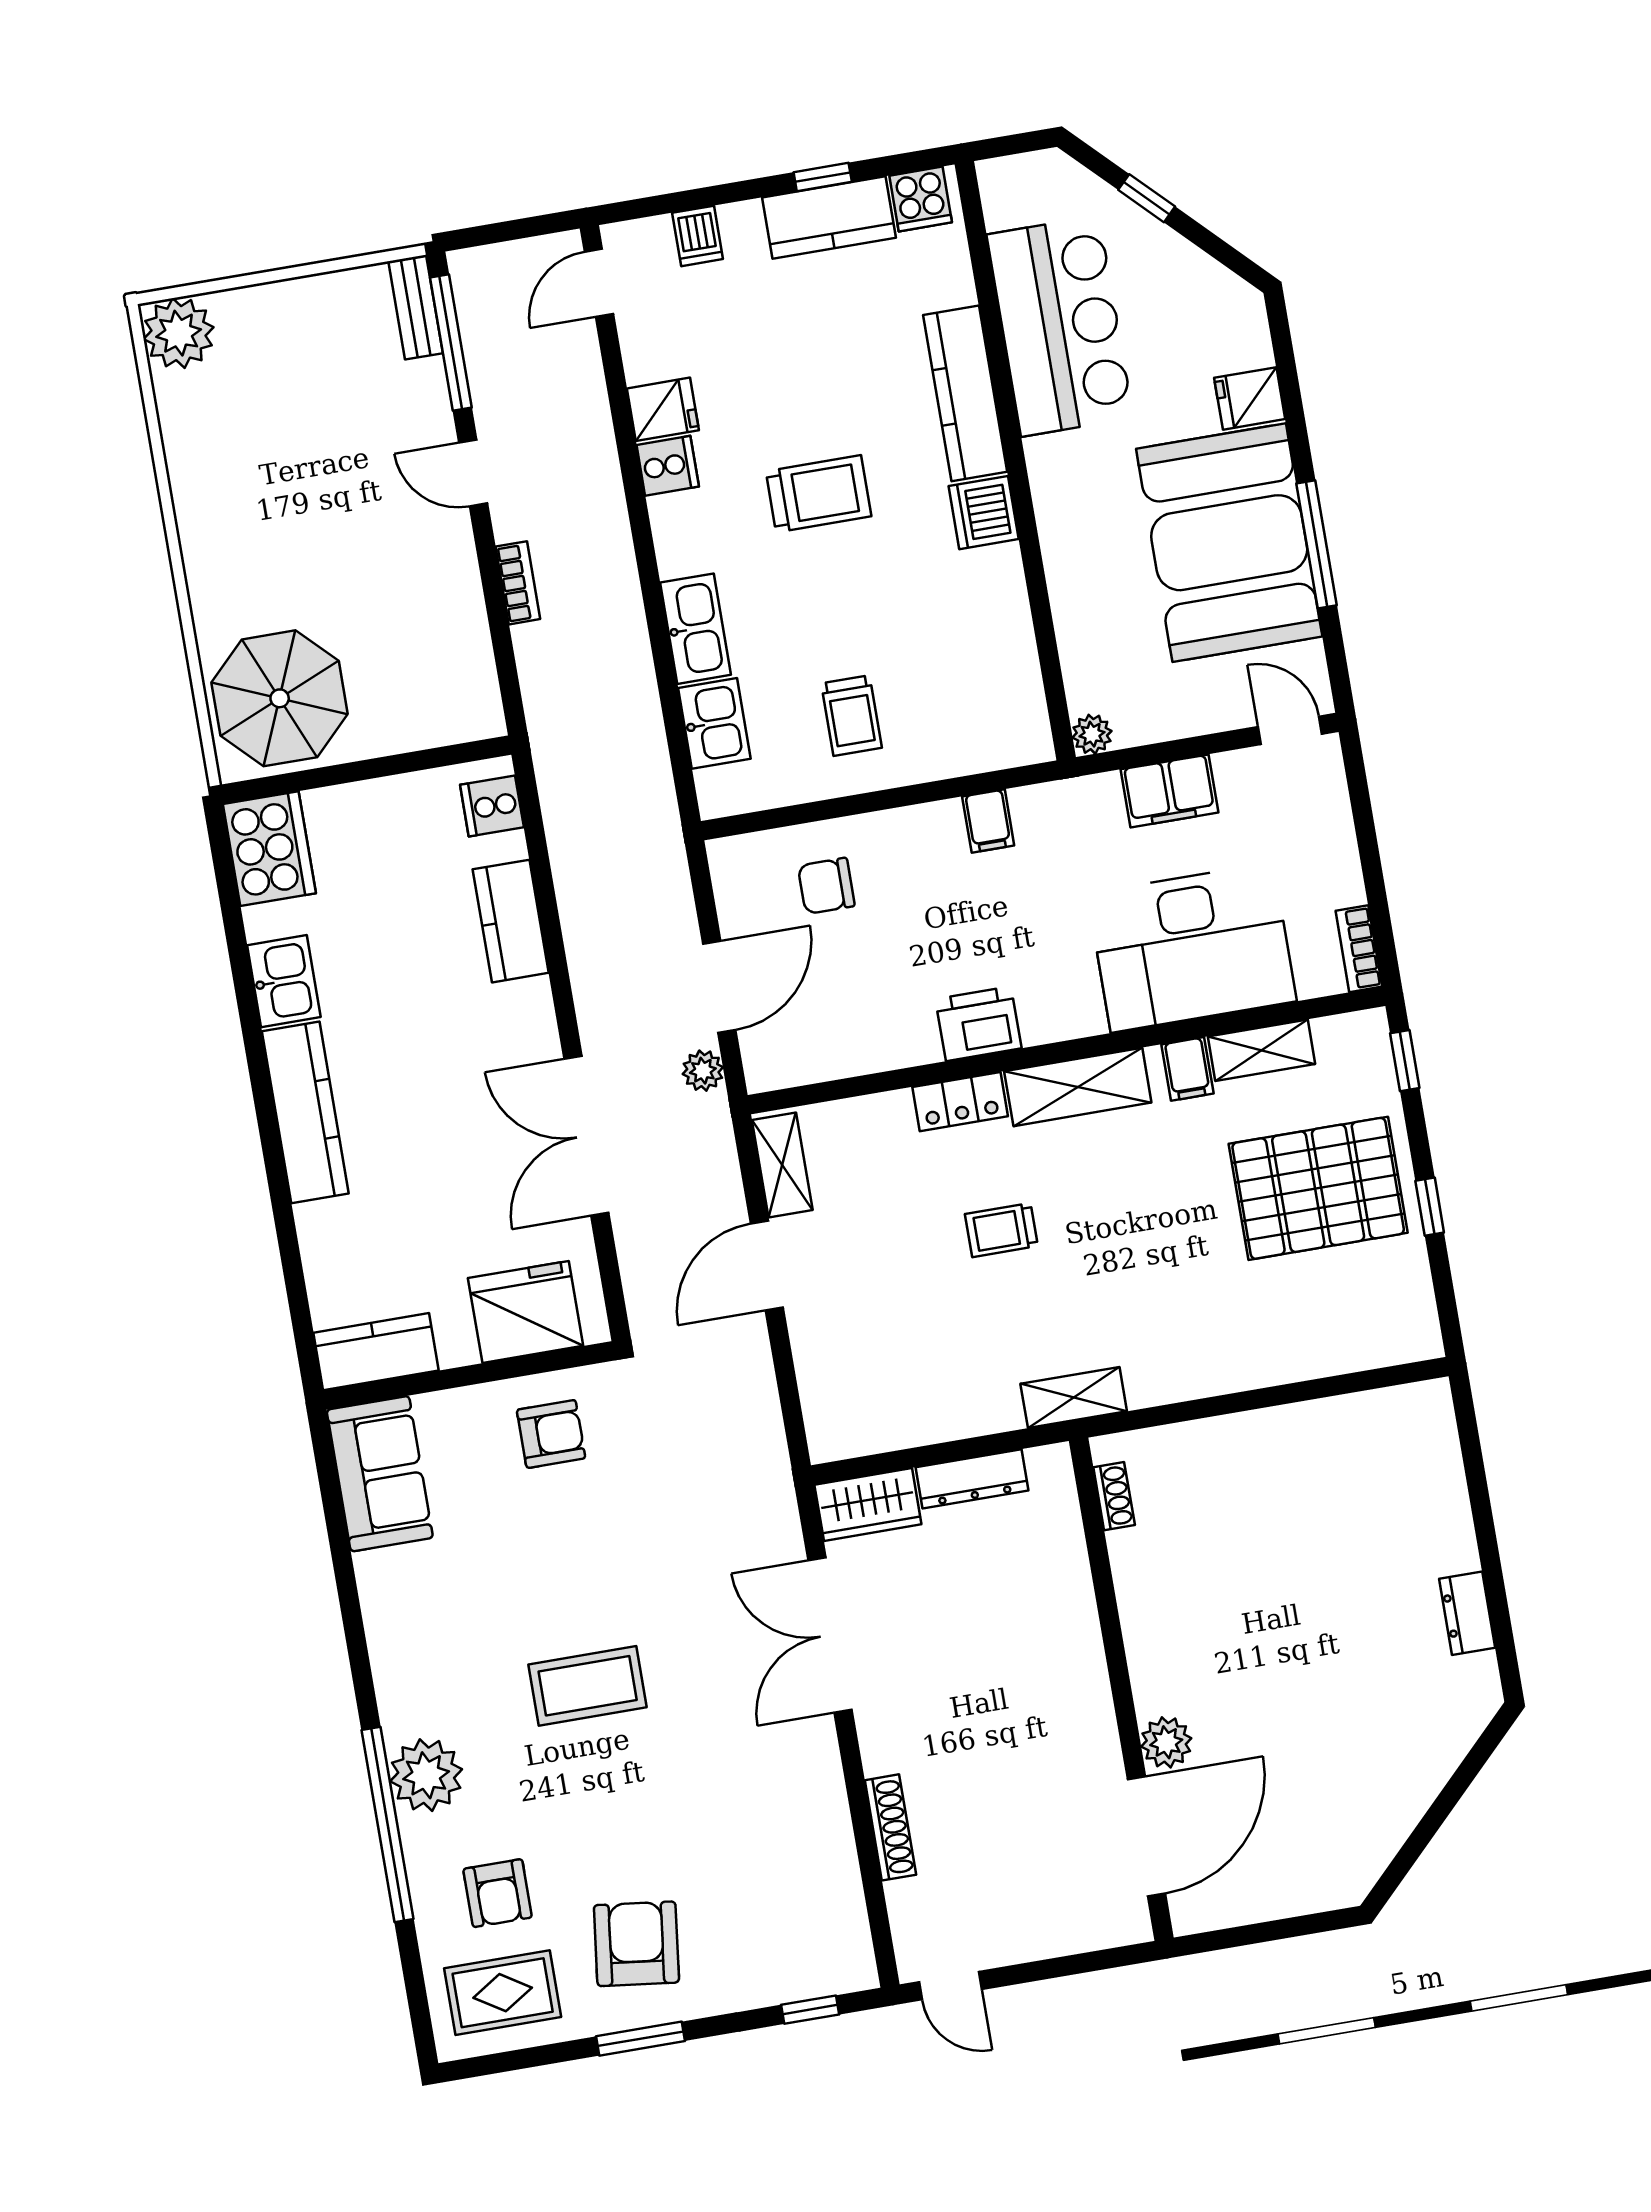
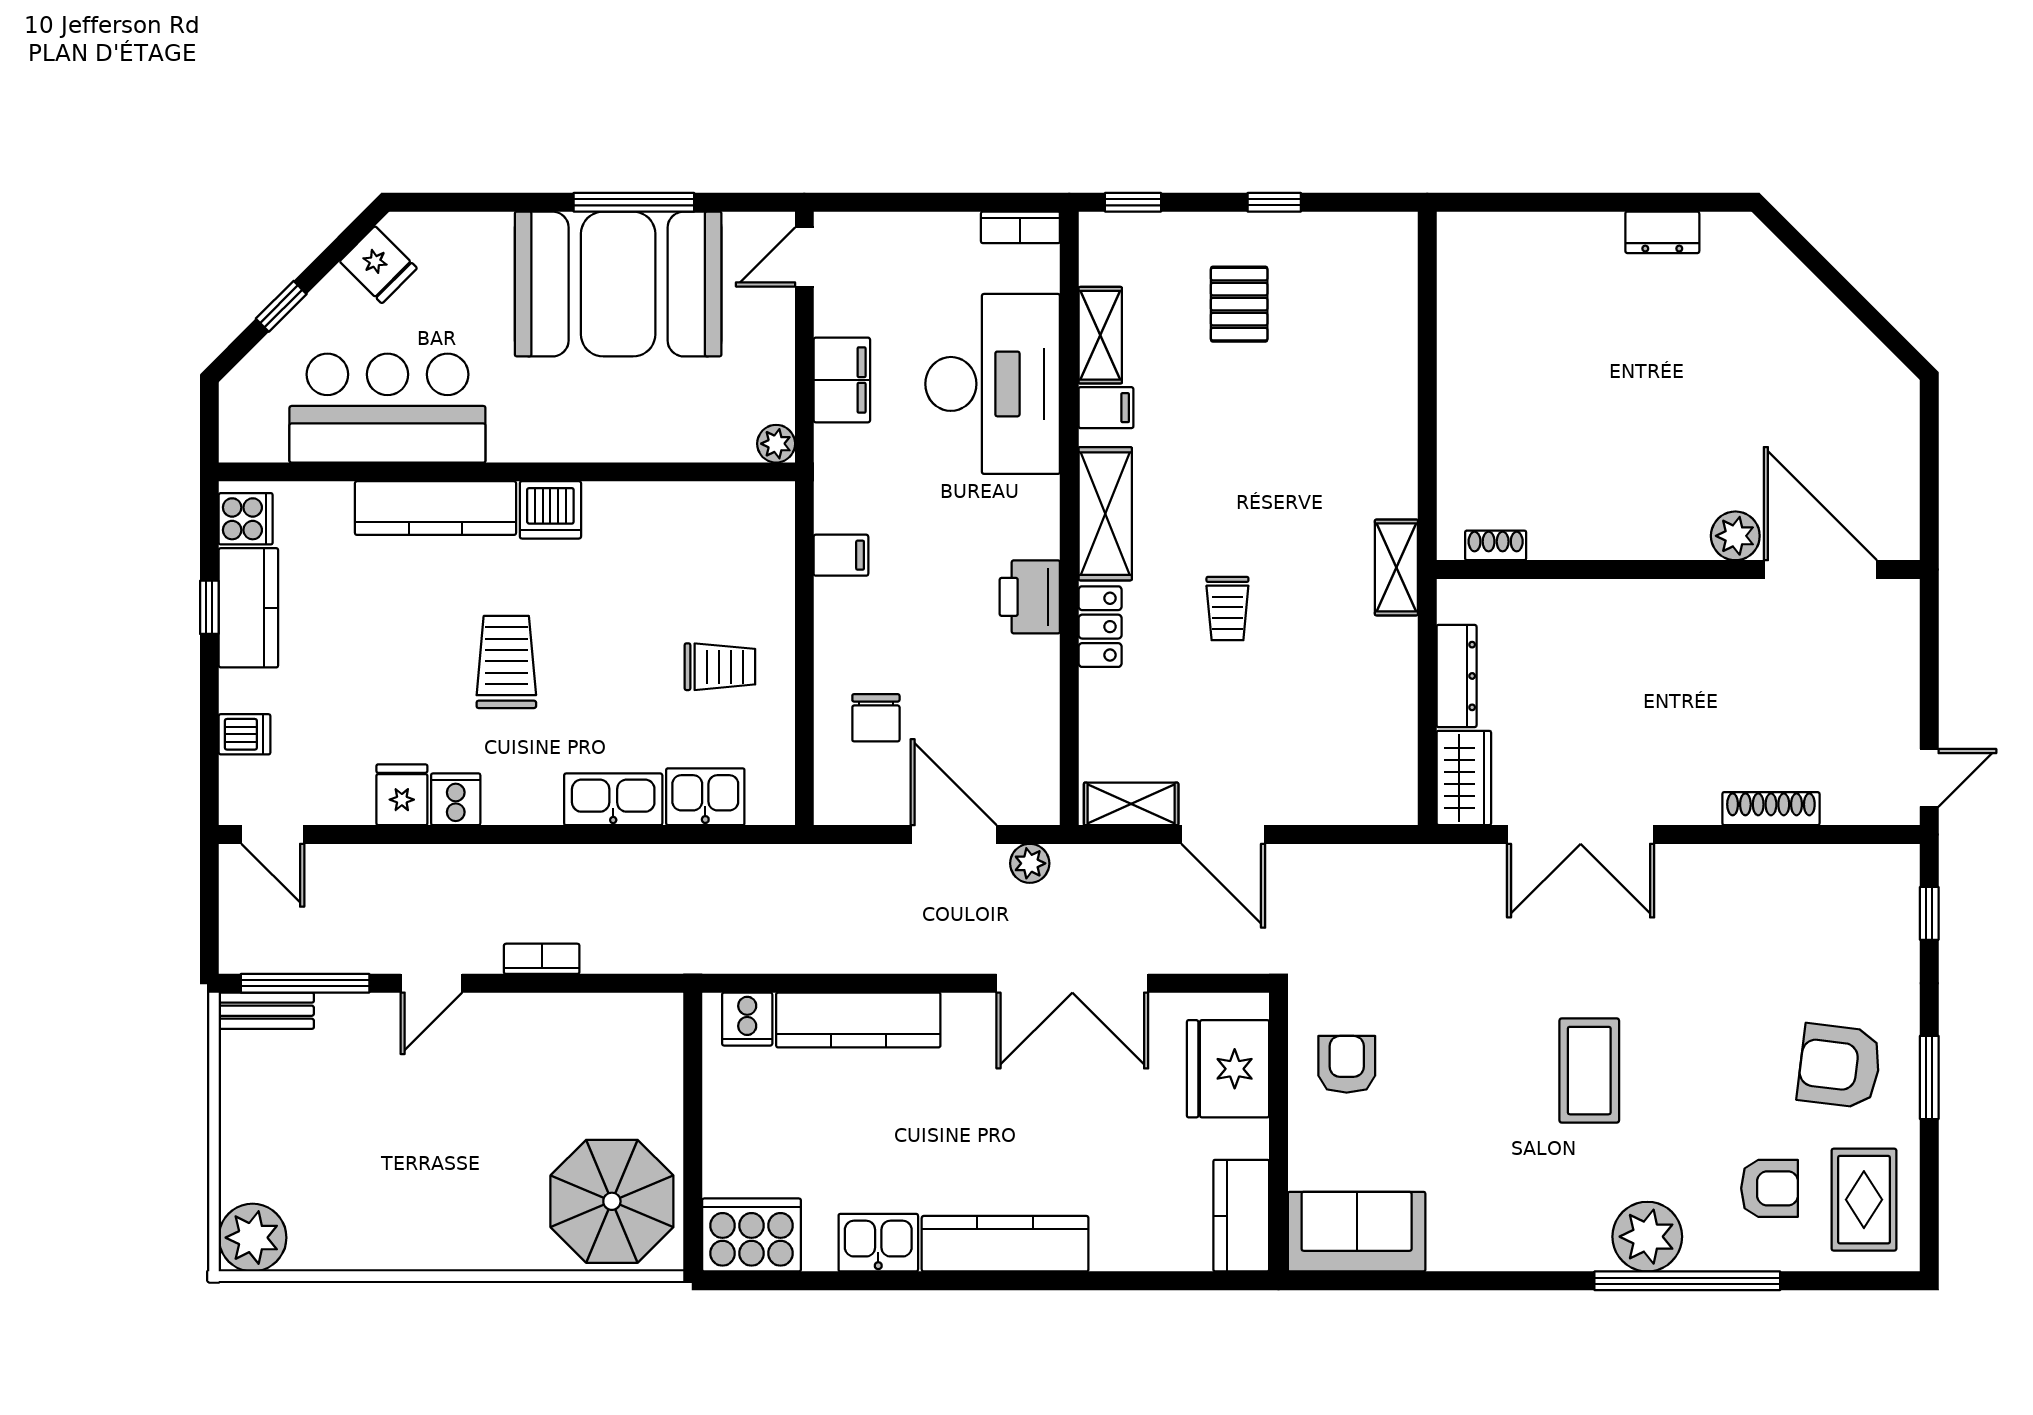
fridge: (1250, 398) -> (378, 265), moved, turned -45
kitchen counter: (511, 921) -> (858, 1020), width x1.50
pallet: (1318, 1188) -> (1239, 304), width x0.49, depth x0.50

